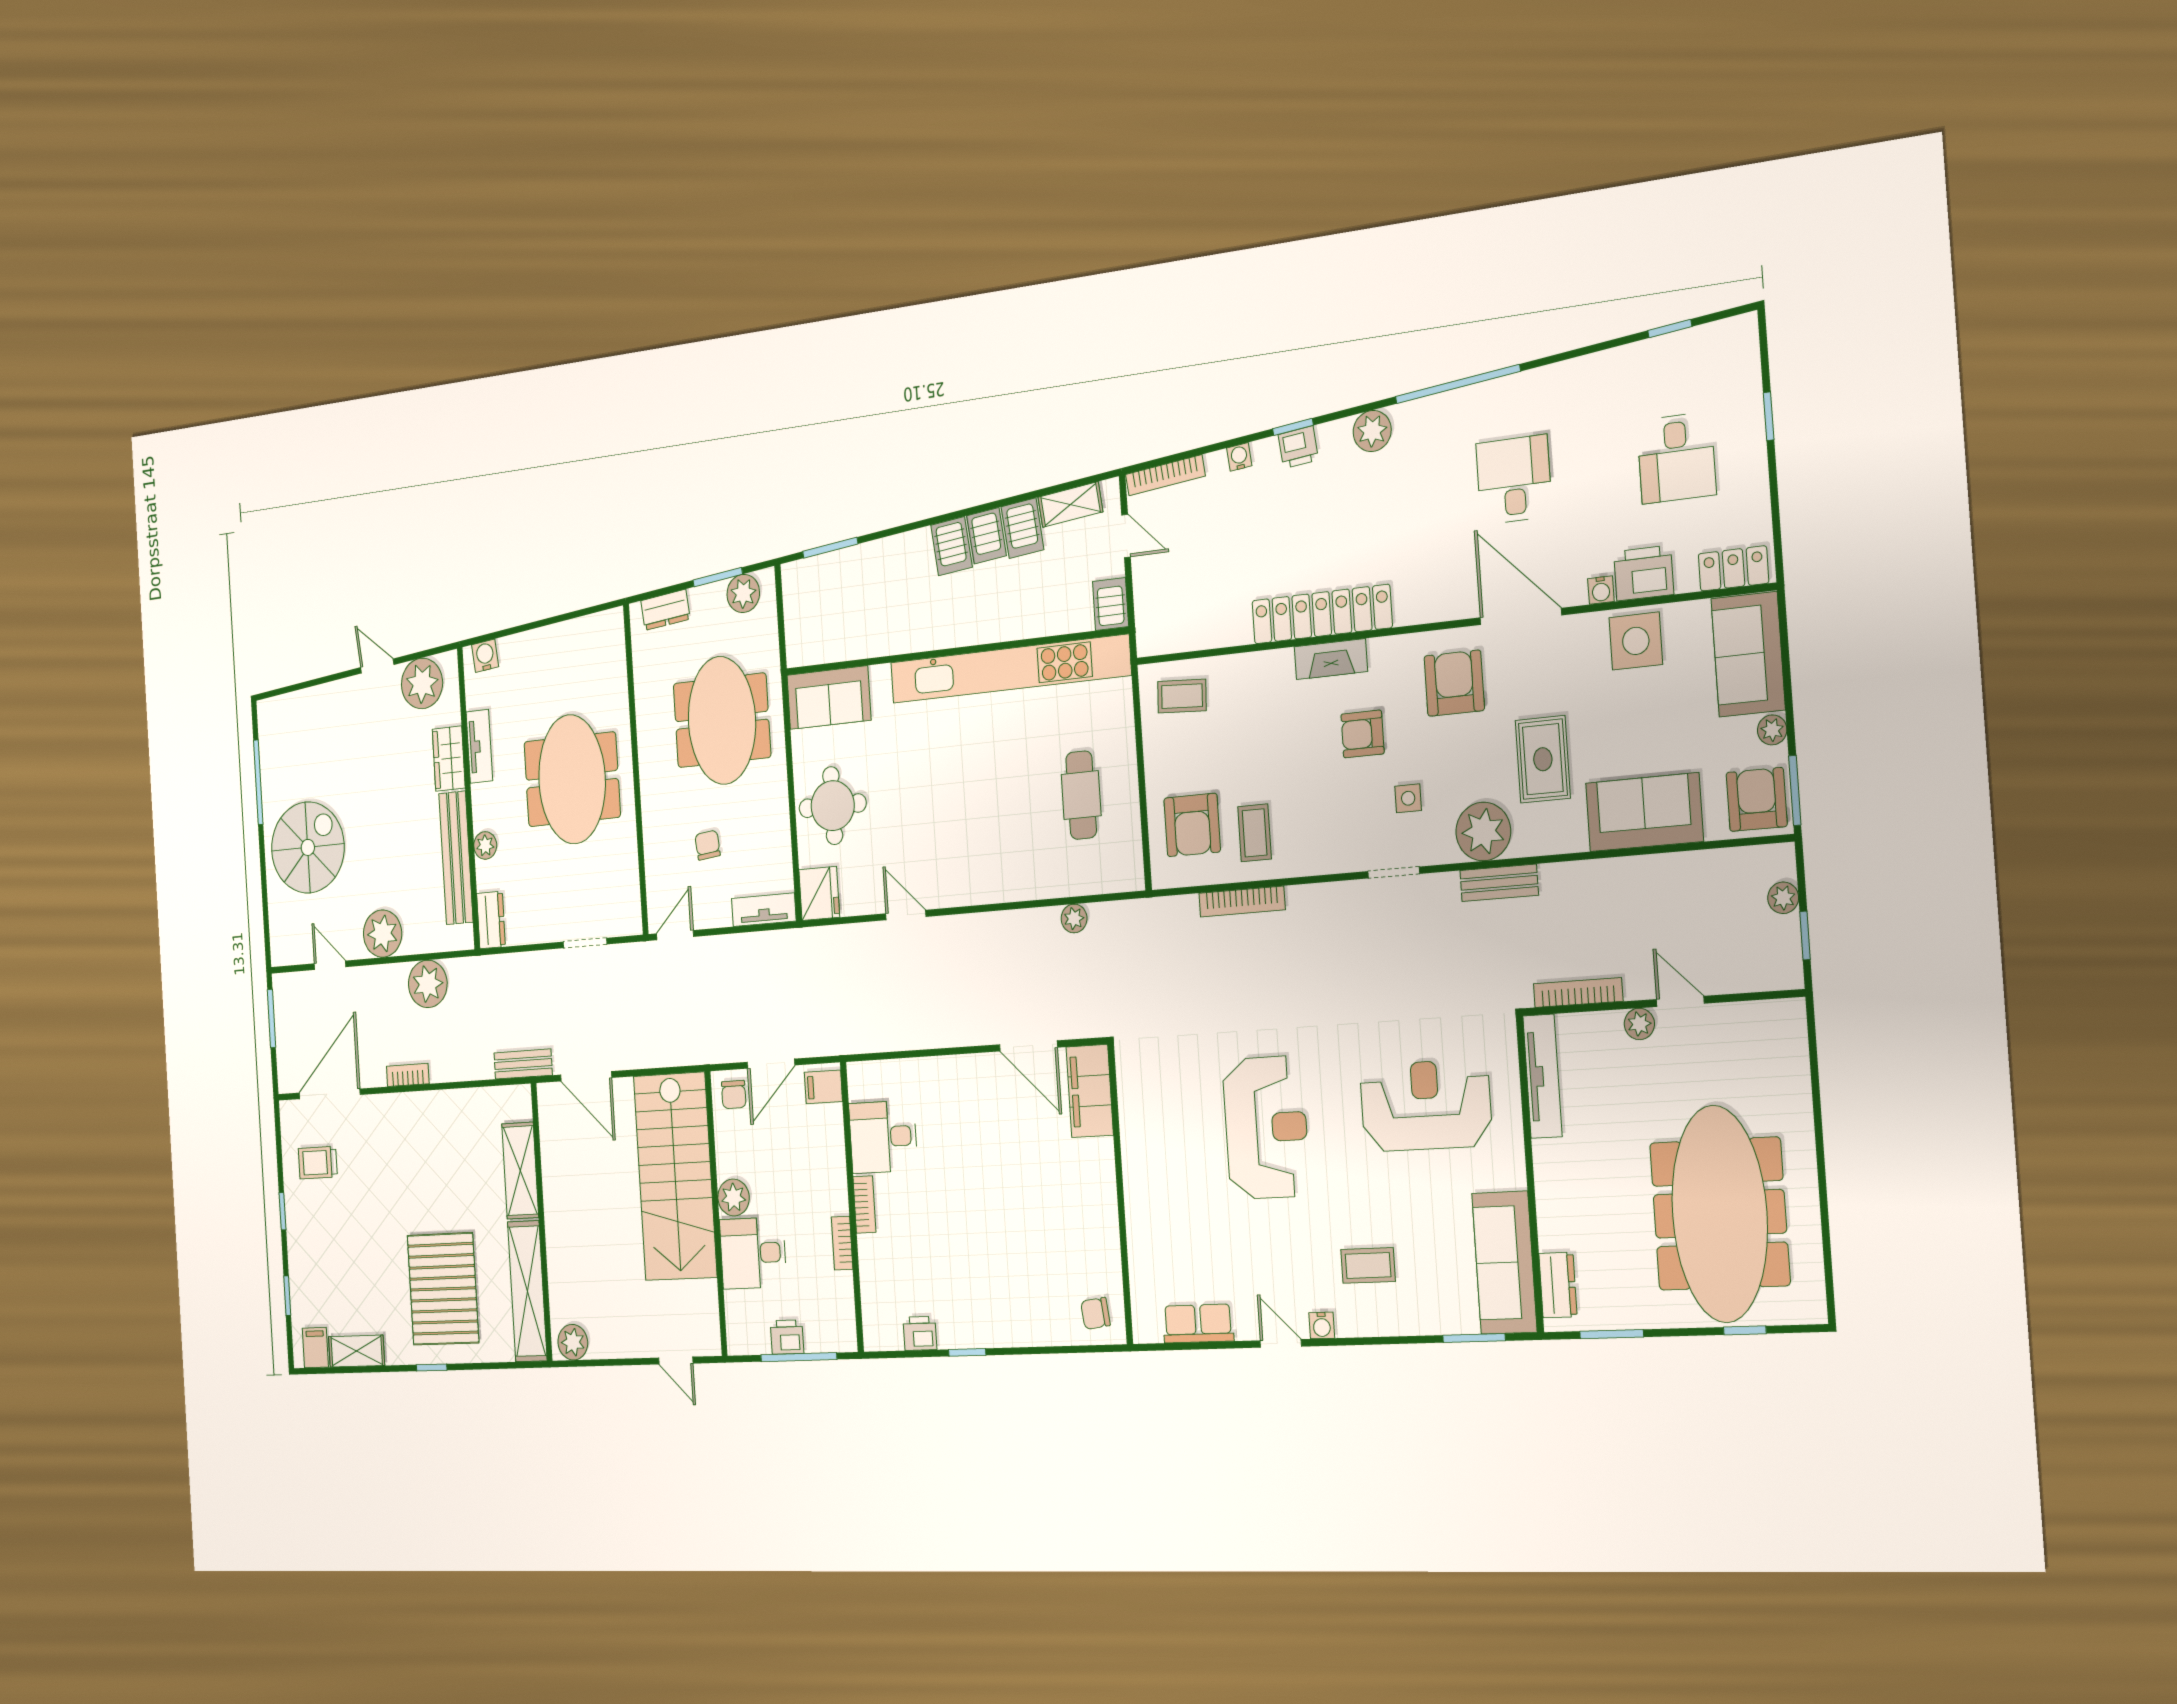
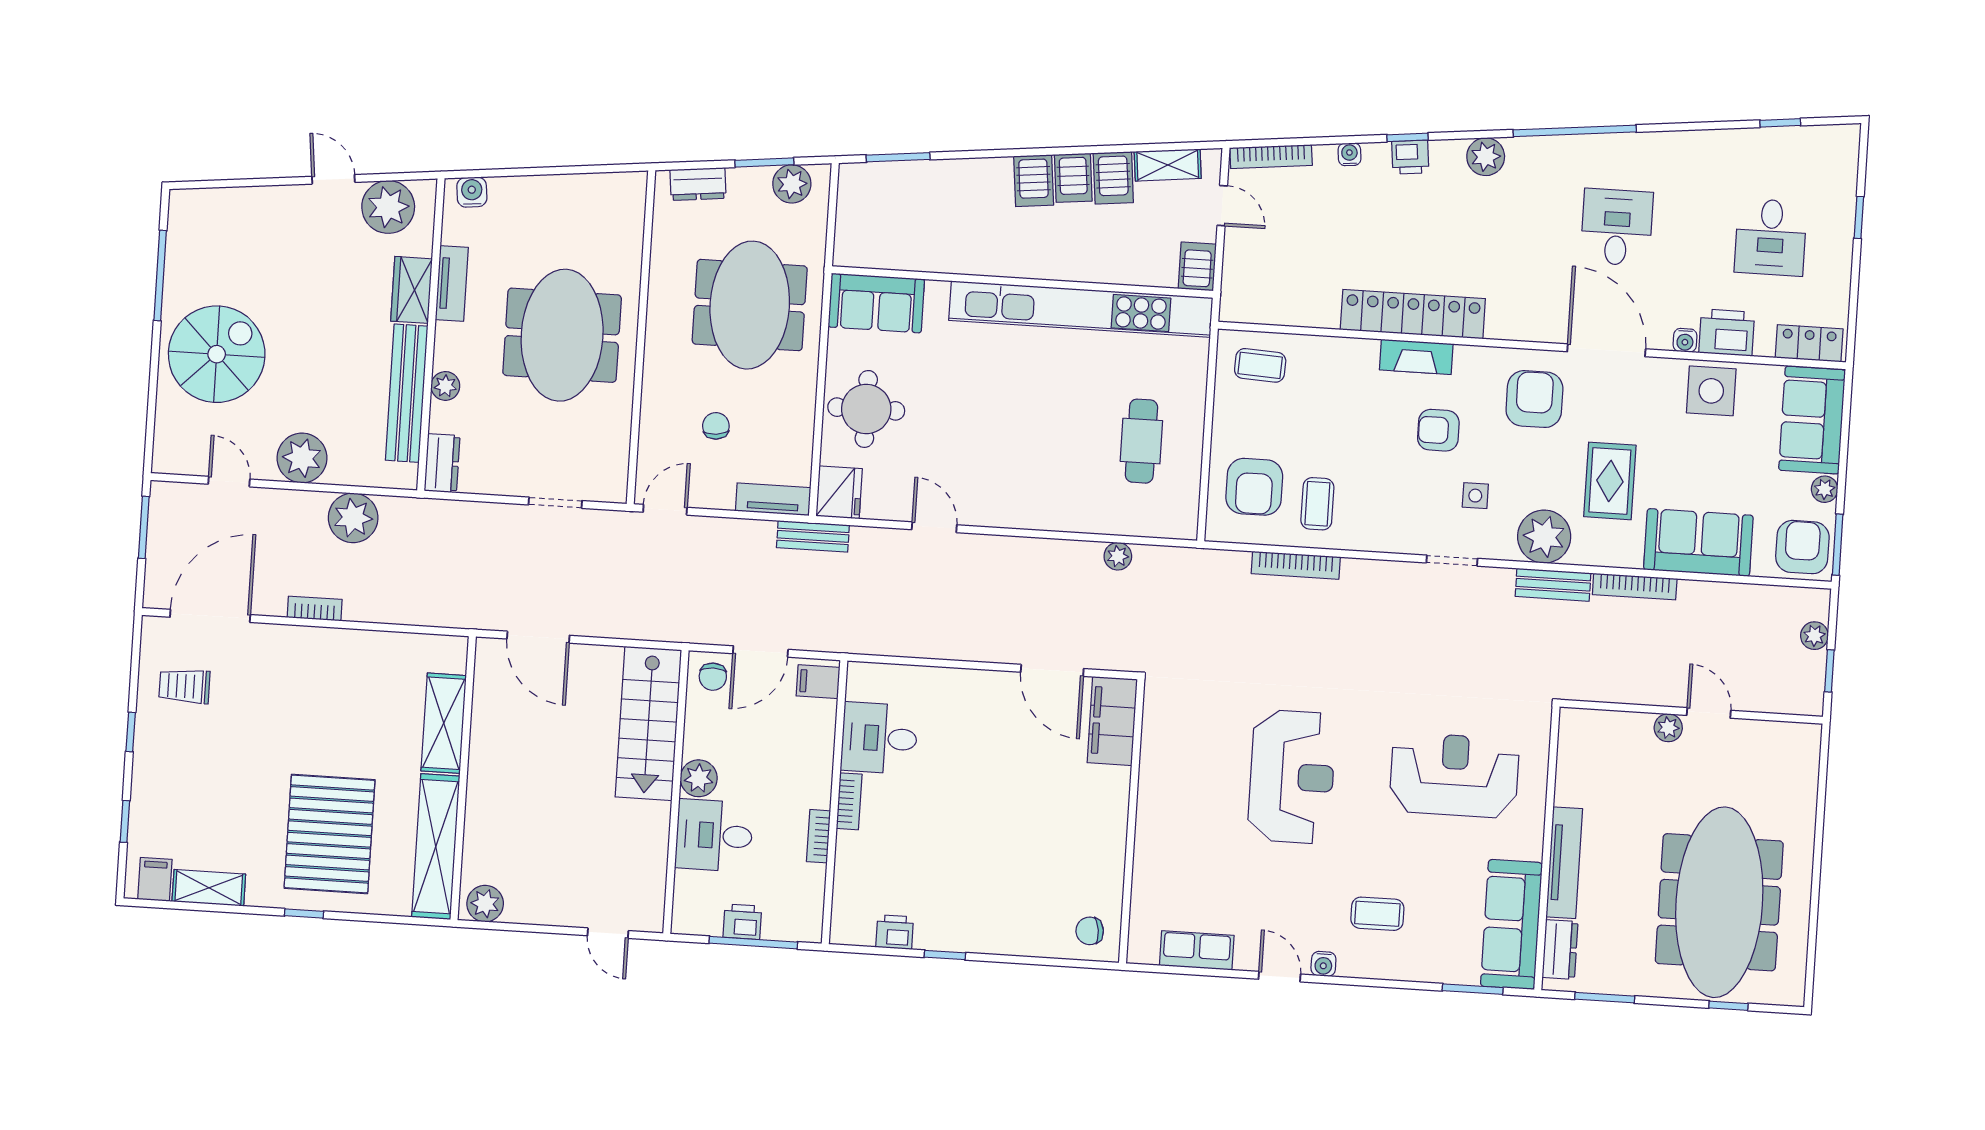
bookcase: (1578, 993) -> (1635, 587), moved, turned 180
bench: (523, 1064) -> (813, 536), moved
tv unit: (1542, 1076) -> (1564, 863), moved
stairs: (675, 1176) -> (648, 723), width x0.73, depth x0.66

